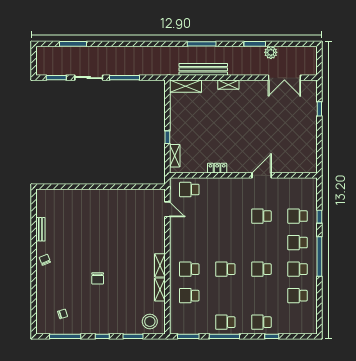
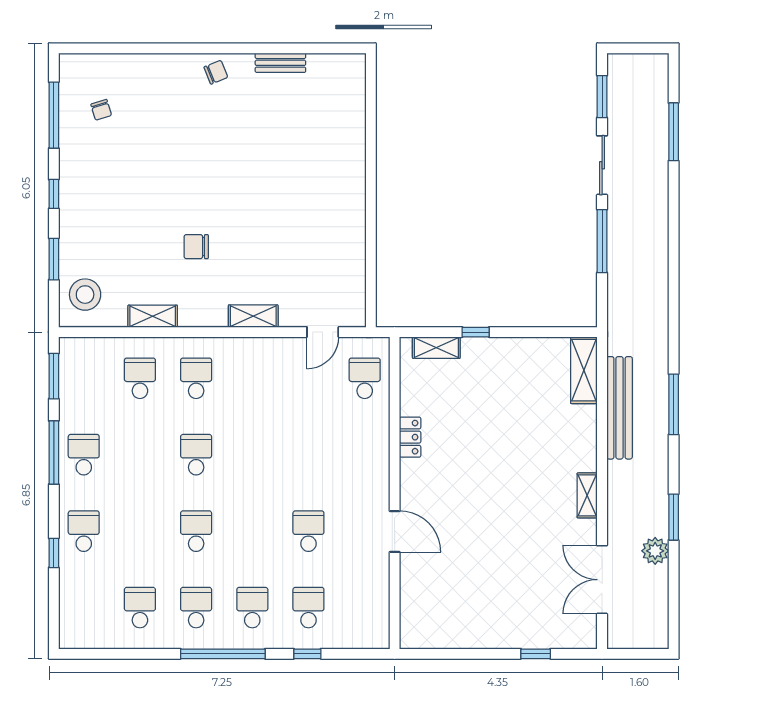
shelving: (228, 85) -> (587, 495), moved
shelving: (160, 265) -> (253, 316), moved
chair: (98, 278) -> (196, 247), moved

